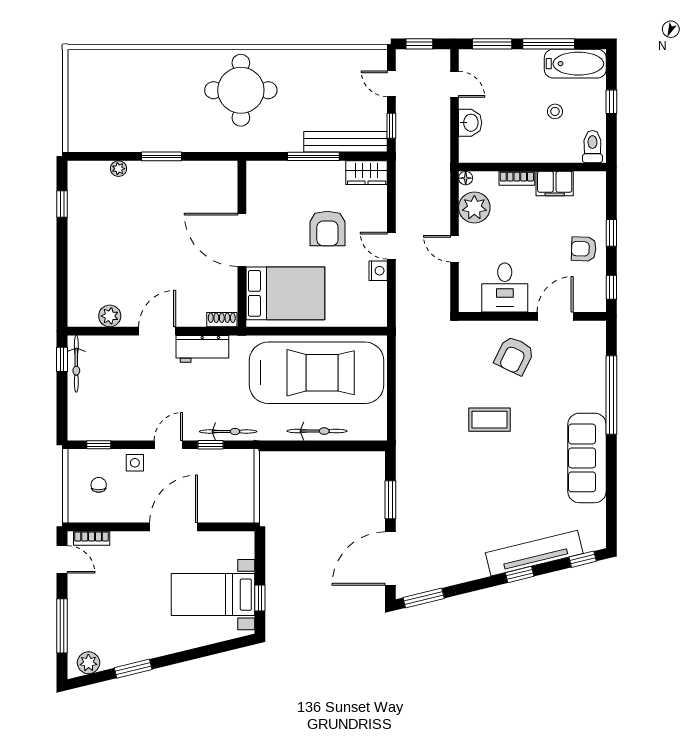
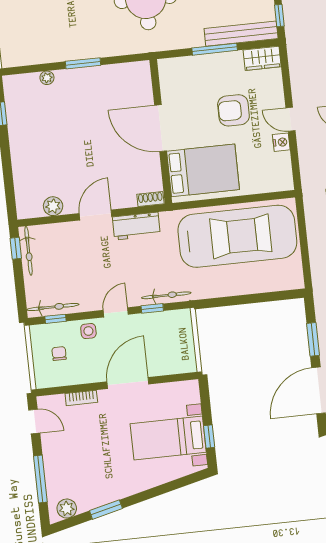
armchair: (327, 229) -> (233, 110), turned 90
bicycle: (317, 431) -> (53, 307), moved
bookcase: (92, 538) -> (81, 398), moved

